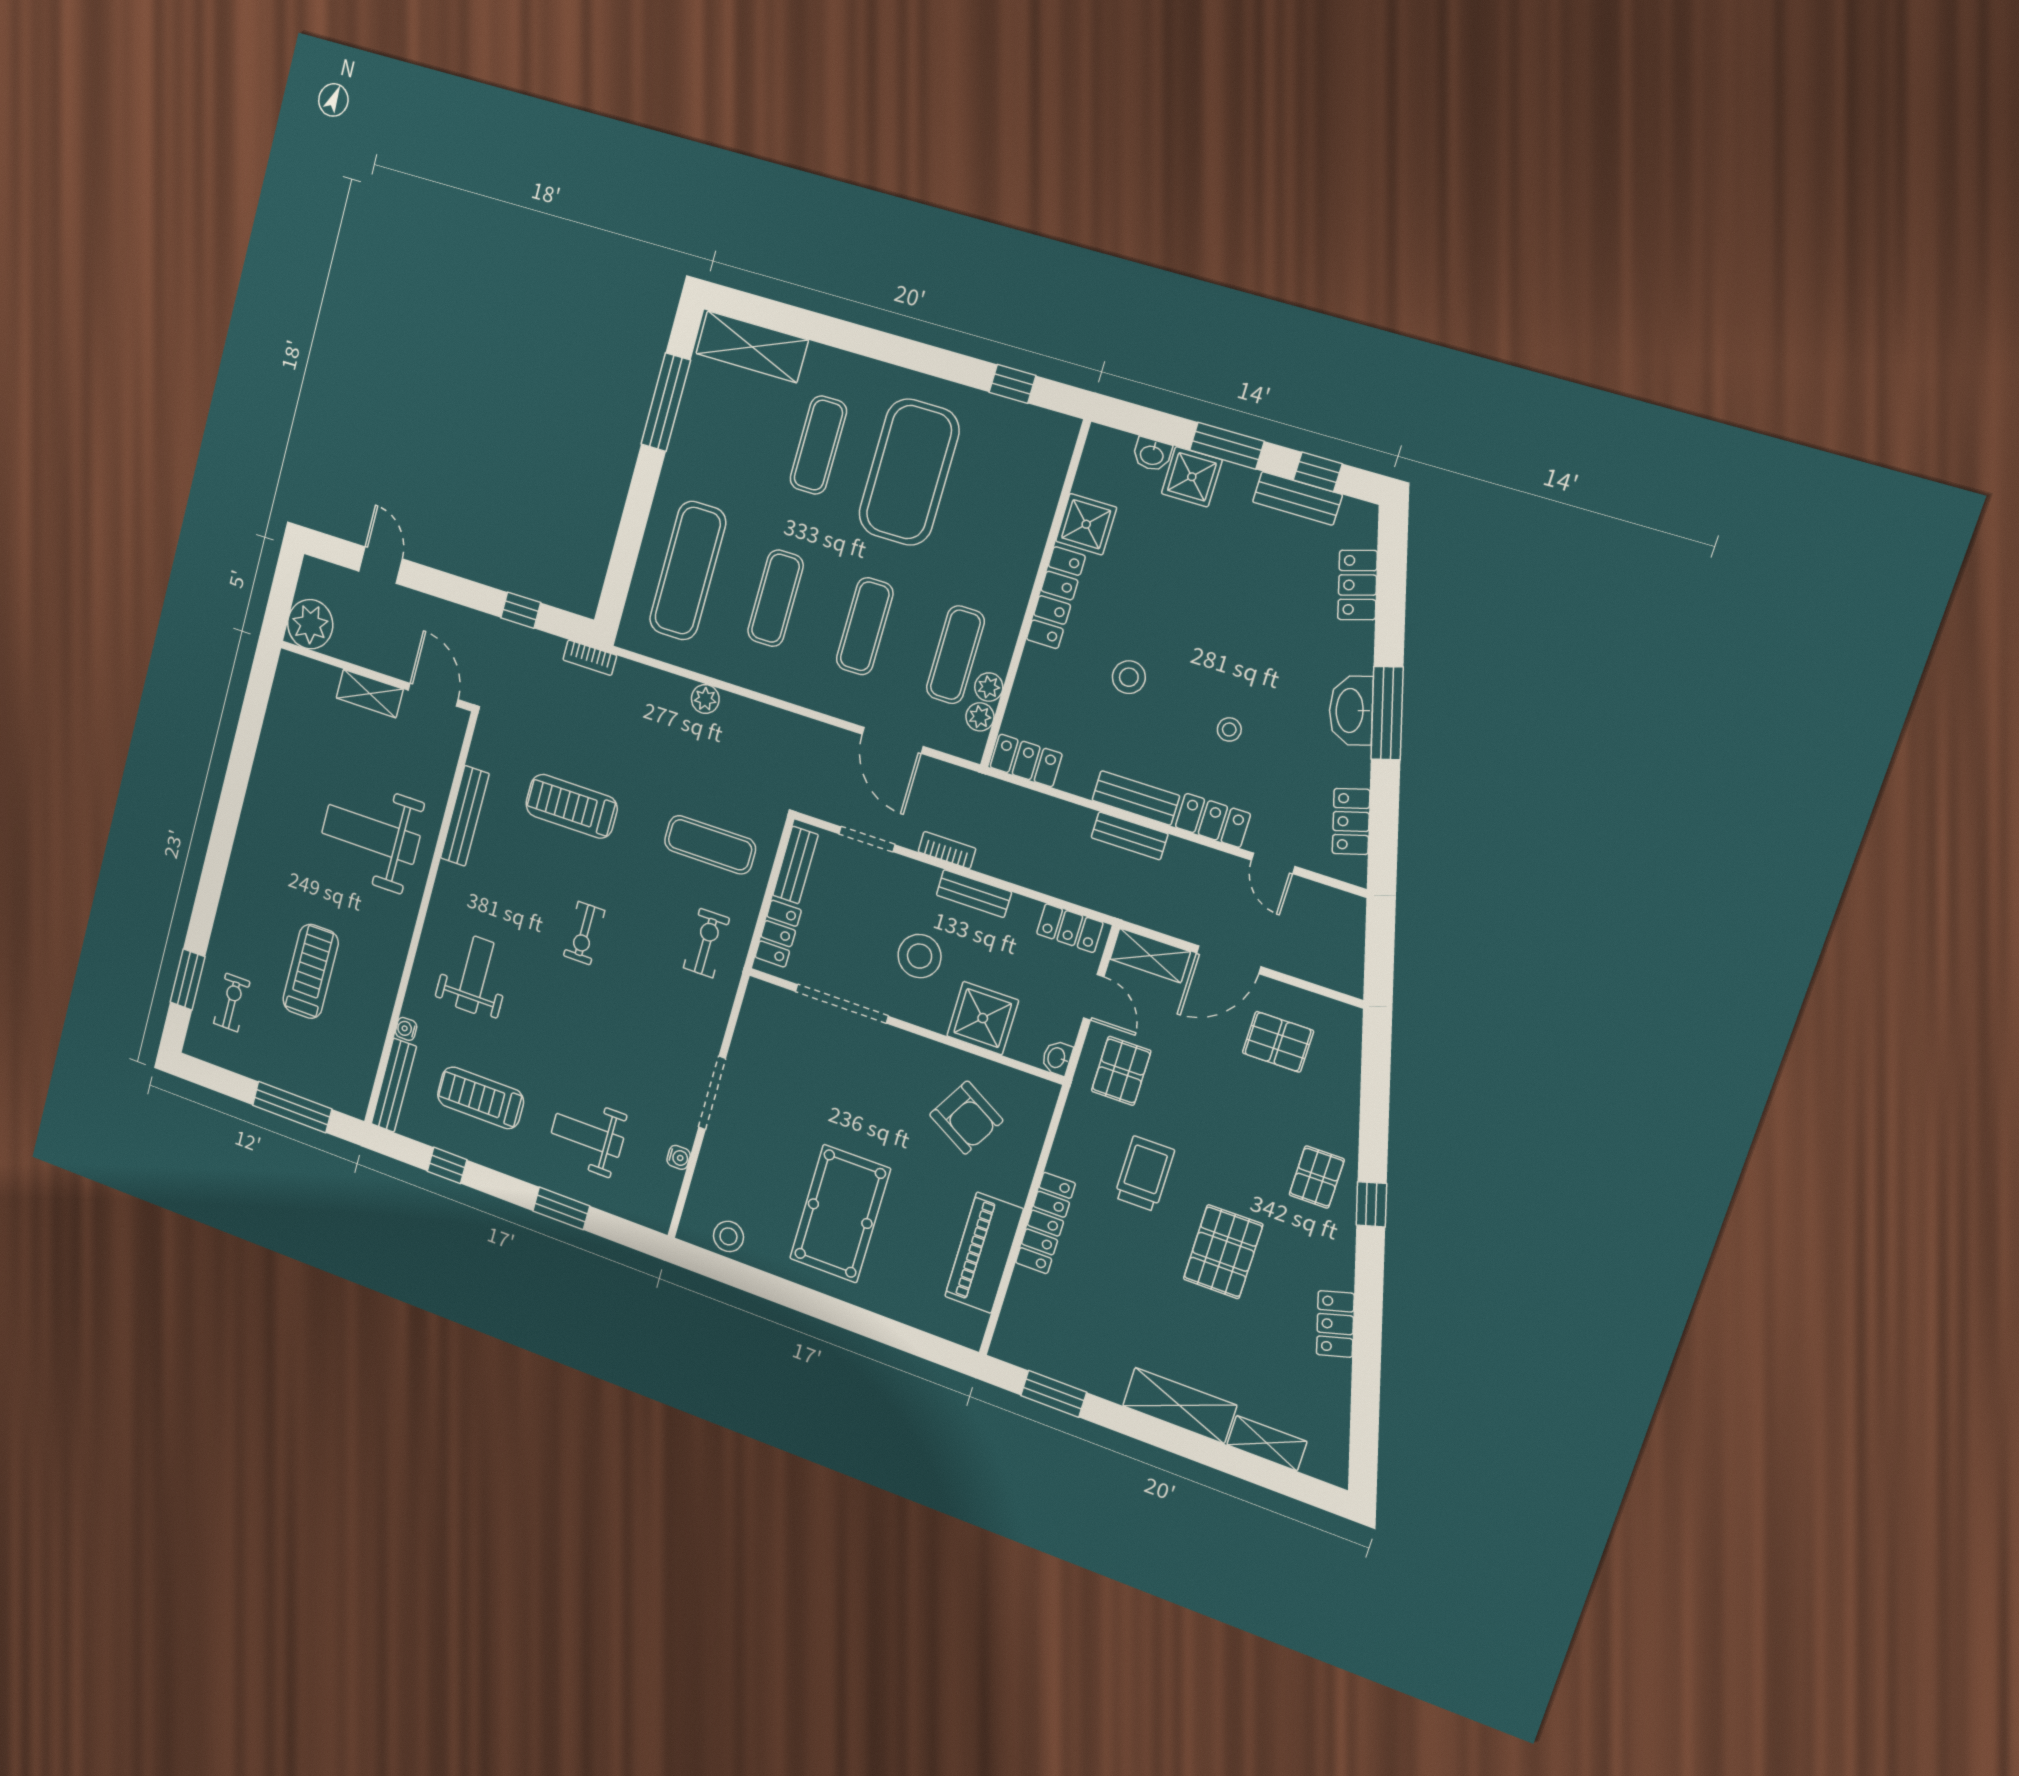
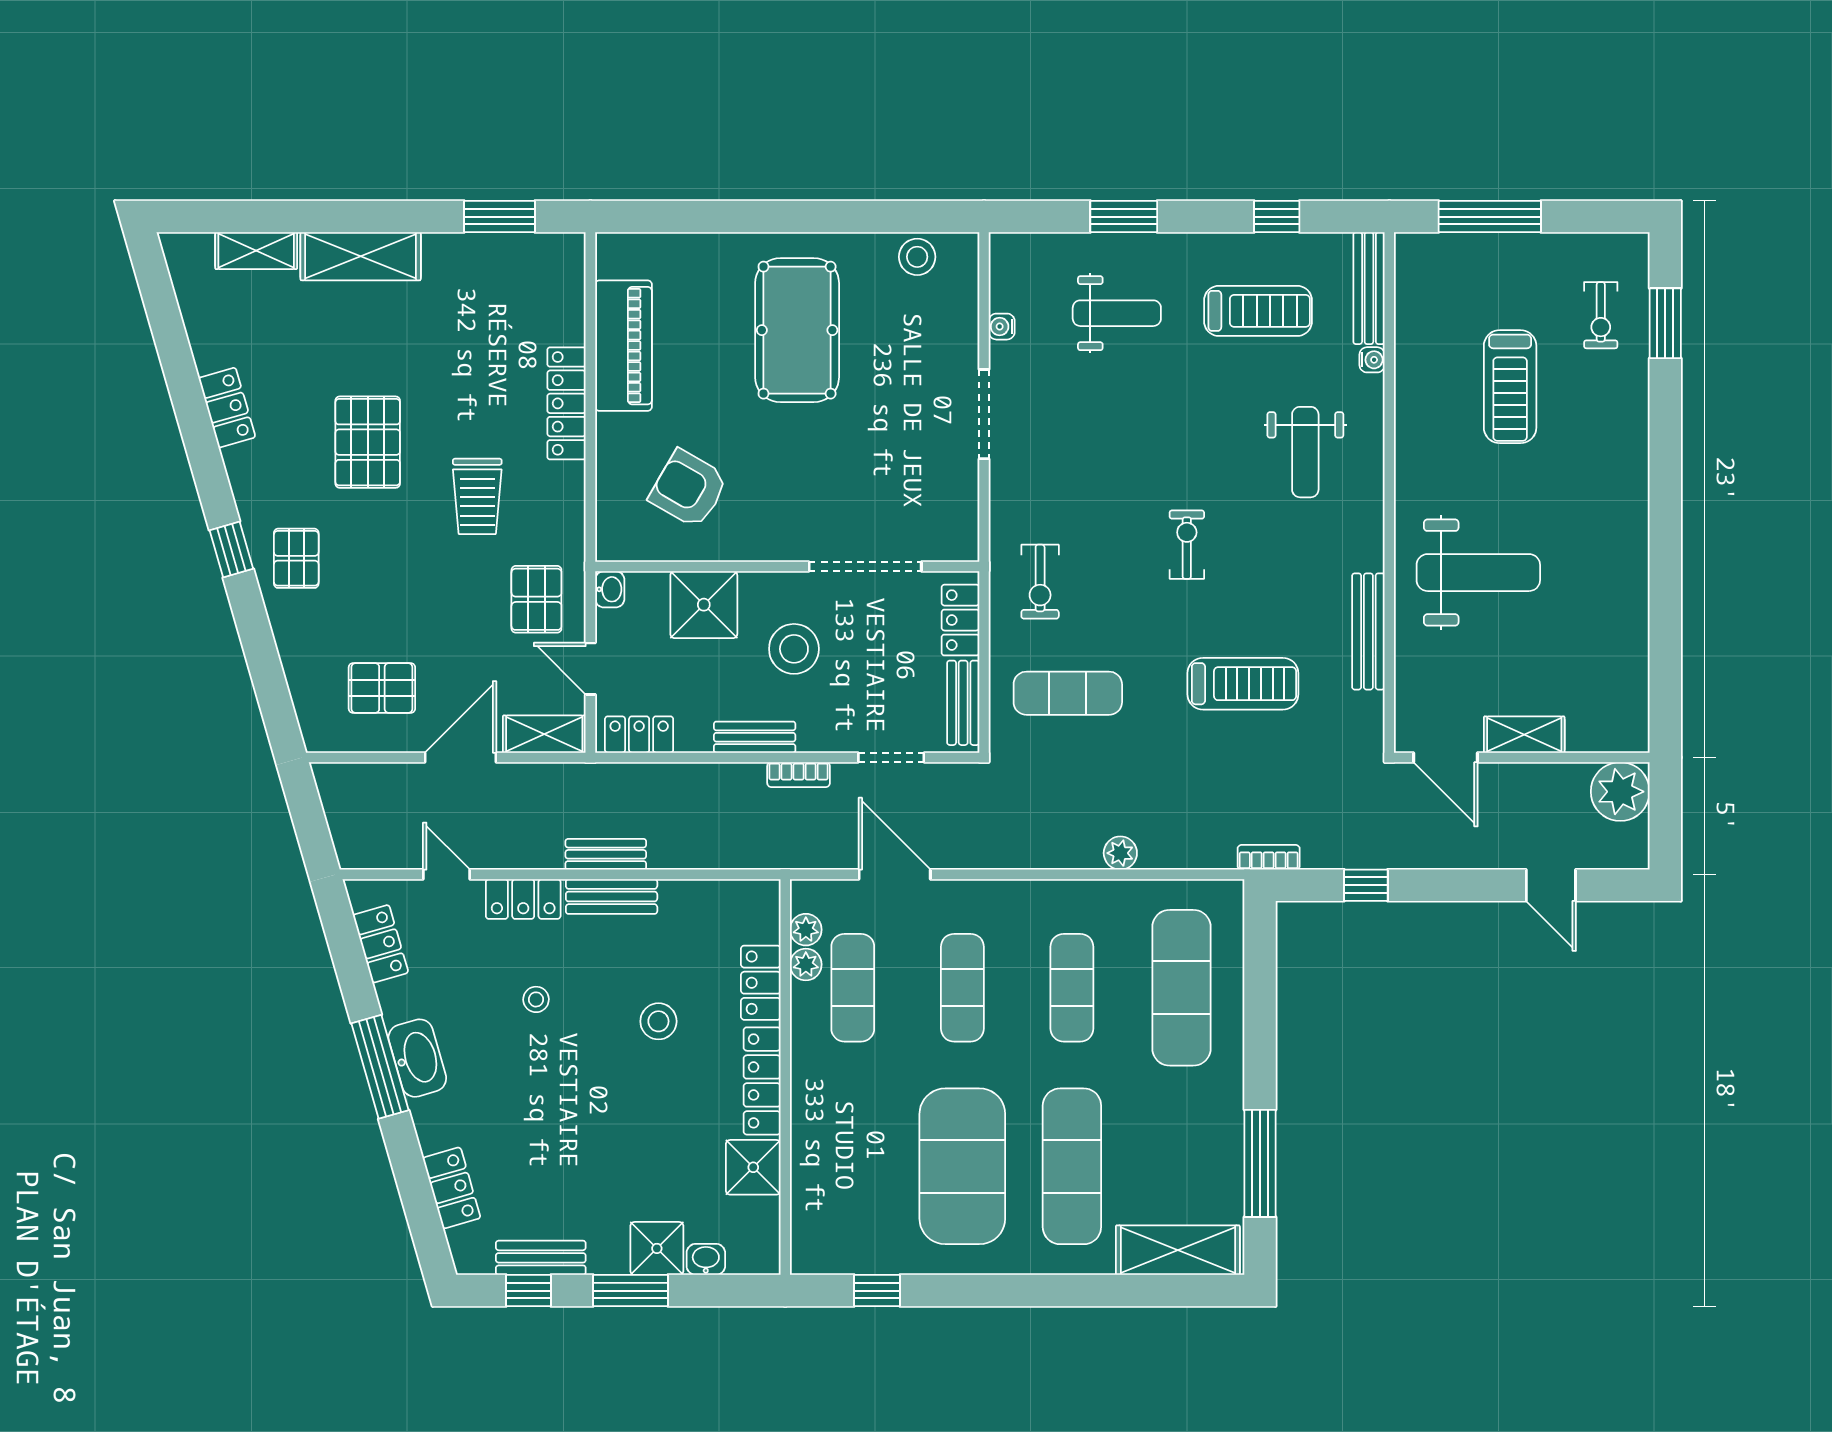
exercise mat: (818, 445) -> (1072, 1166), width x1.36, depth x1.45
locker: (1026, 761) -> (761, 983), moved, turned 90

